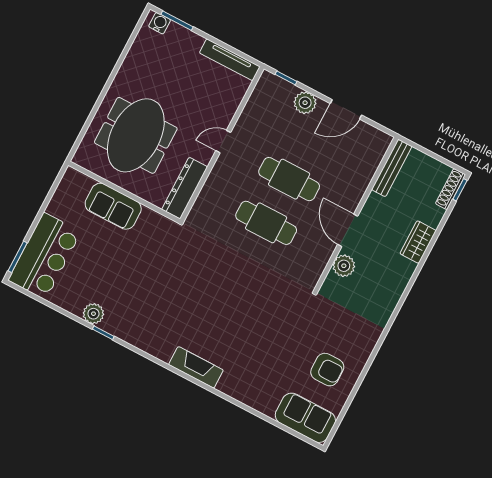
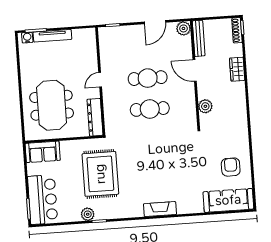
tv unit: (230, 60) -> (52, 36), moved
plant: (305, 103) -> (183, 28), moved
sofa: (113, 206) -> (43, 152), moved
door: (348, 230) -> (195, 71), moved
rug: (145, 270) -> (100, 174), added
armchair: (327, 370) -> (231, 167), turned -90
sofa: (305, 418) -> (228, 200), width x1.36

